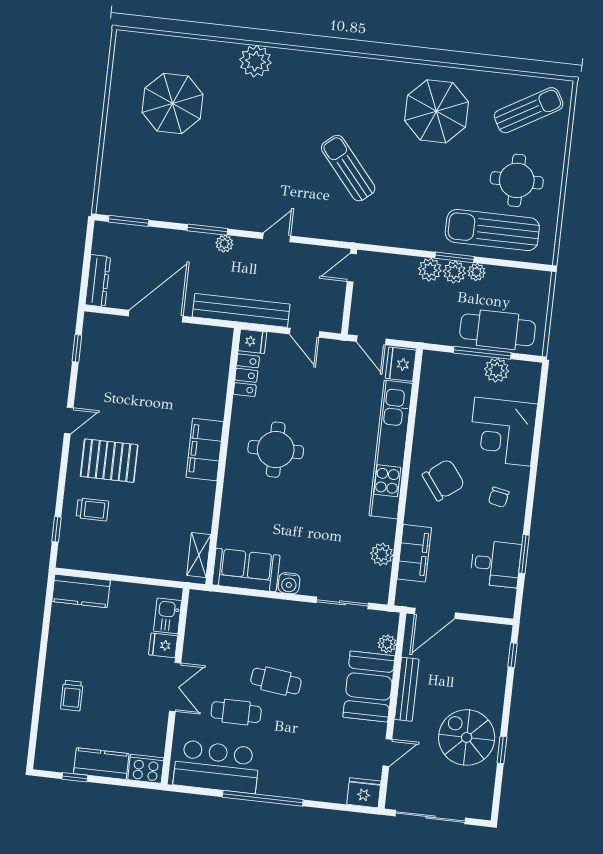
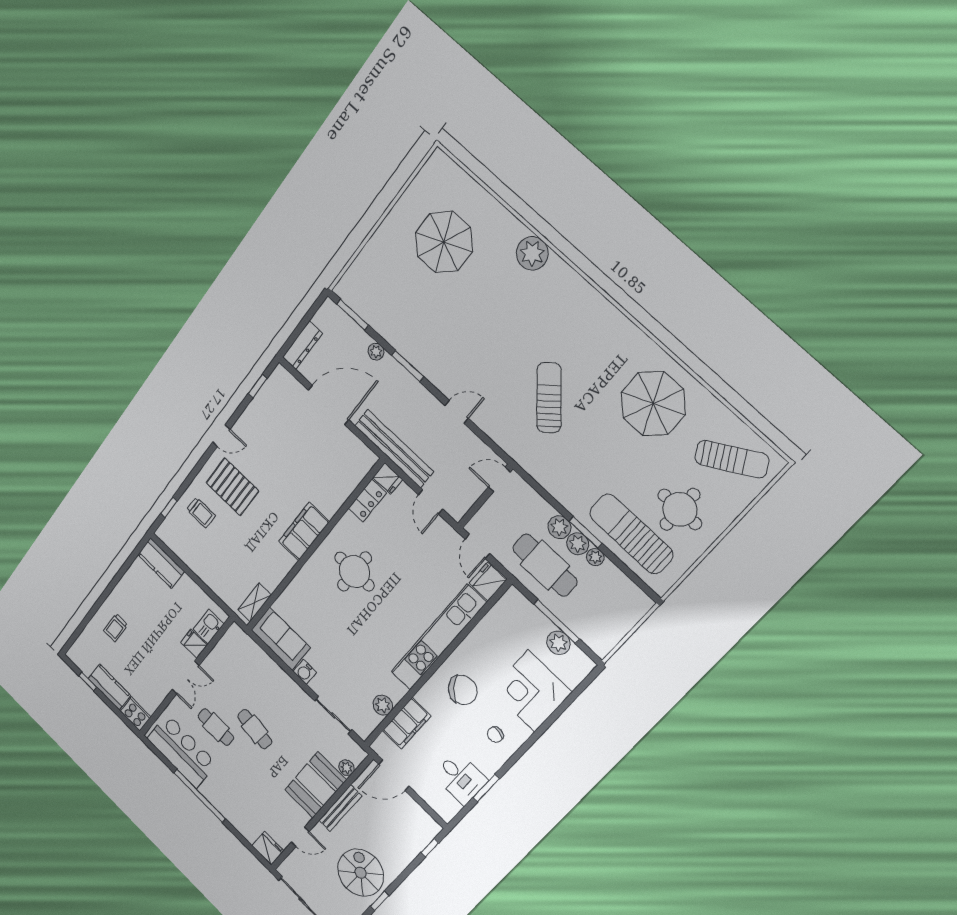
plant: (224, 244) -> (376, 352), moved
cafe table: (498, 330) -> (545, 565), moved

